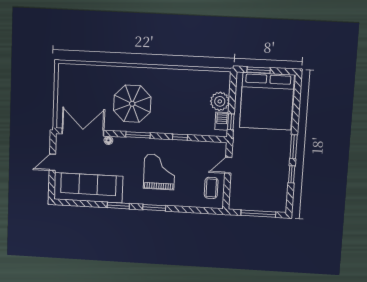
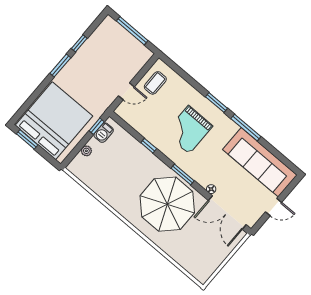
window: (259, 70) -> (27, 139), moved
plant: (220, 101) -> (86, 151), width x0.53, depth x0.53
parasol: (132, 104) -> (167, 204), width x1.36, depth x1.36
window: (118, 206) -> (246, 128), width x1.44

